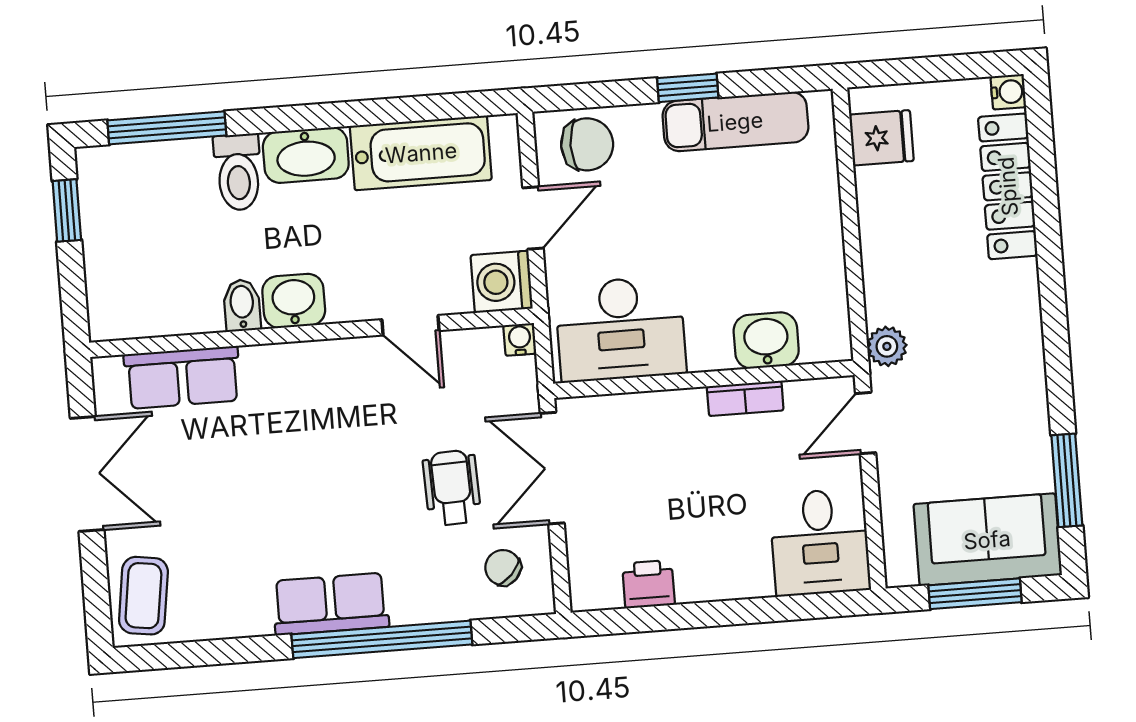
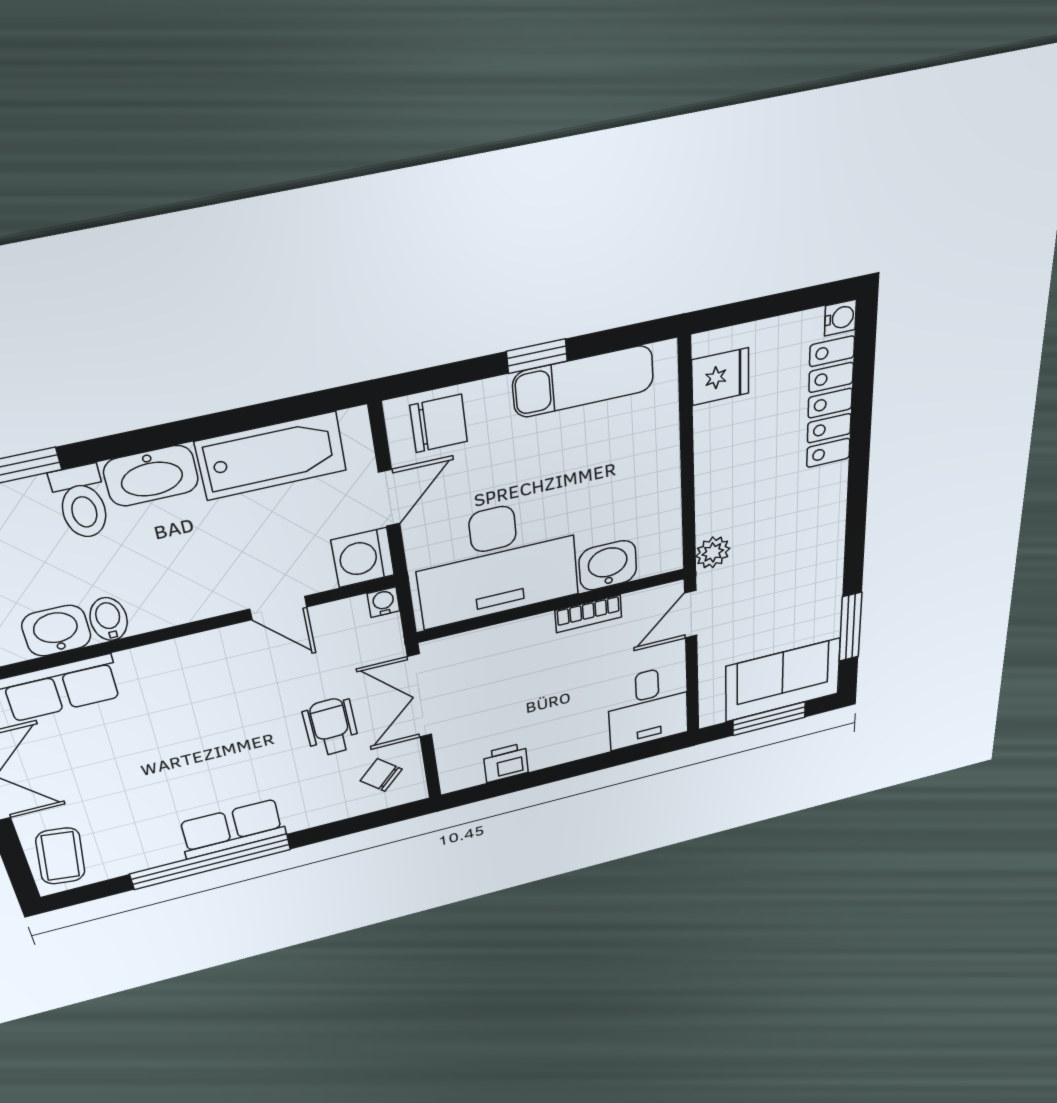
washbasin: (294, 301) -> (56, 631), moved
desk: (621, 329) -> (496, 561), width x1.36, depth x1.30
window: (382, 639) -> (211, 862), moved

